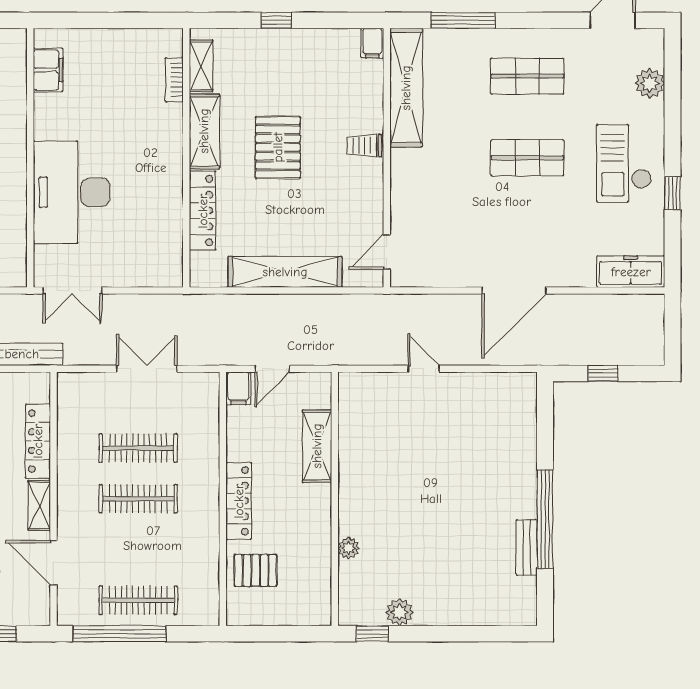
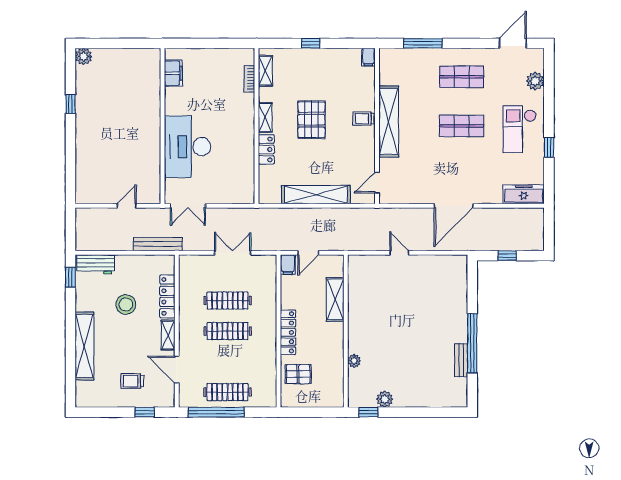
shelving: (406, 88) -> (389, 122), moved
shelving: (204, 131) -> (265, 118), width x0.67, depth x0.75
locker: (203, 211) -> (266, 149), width x0.66

